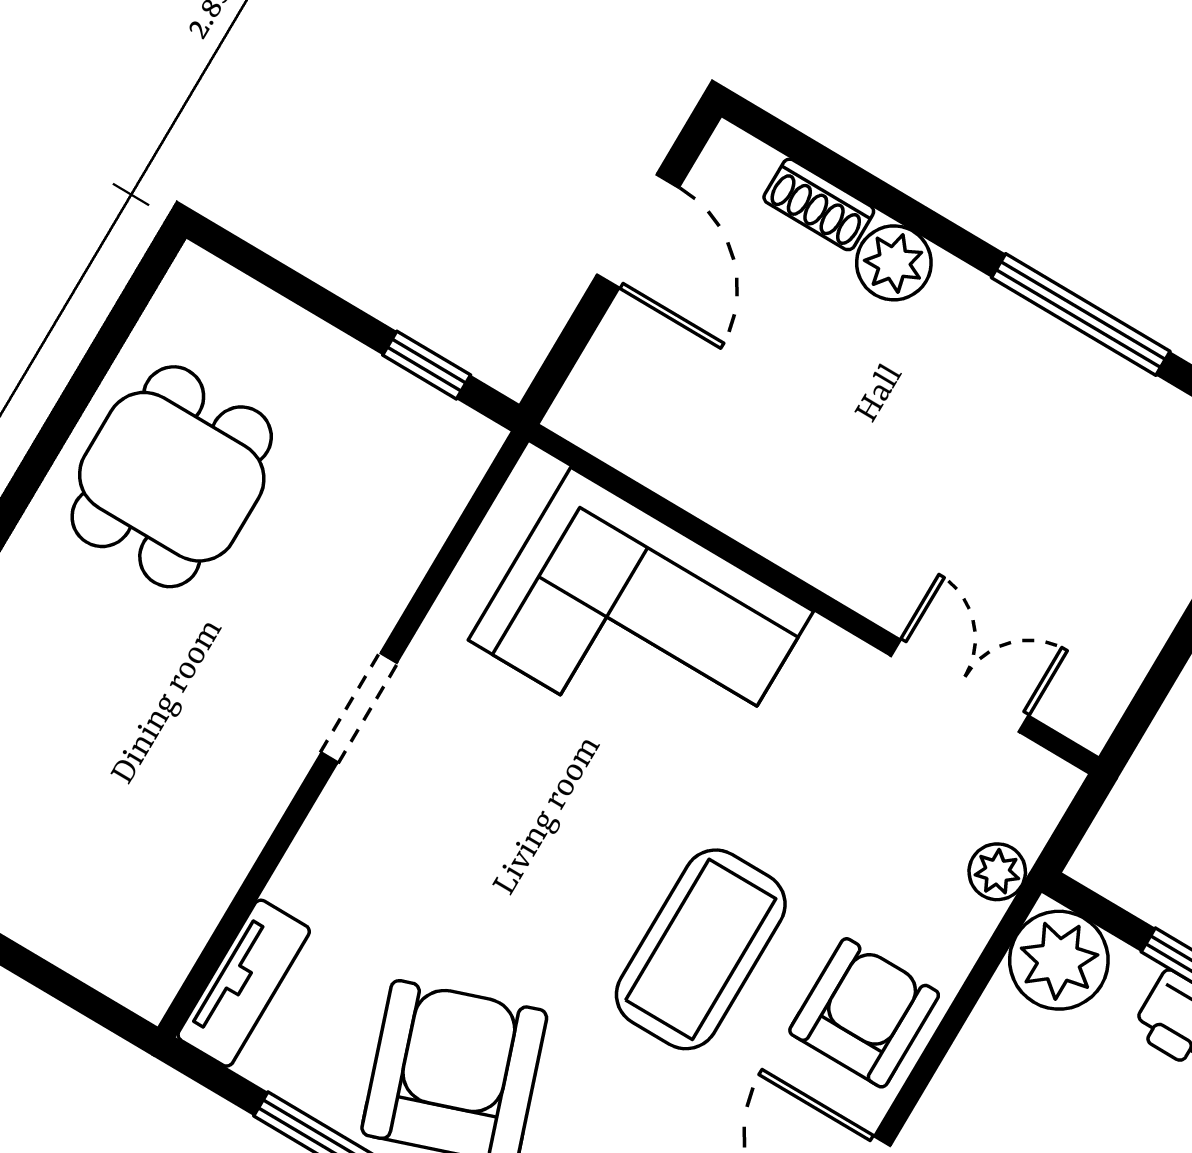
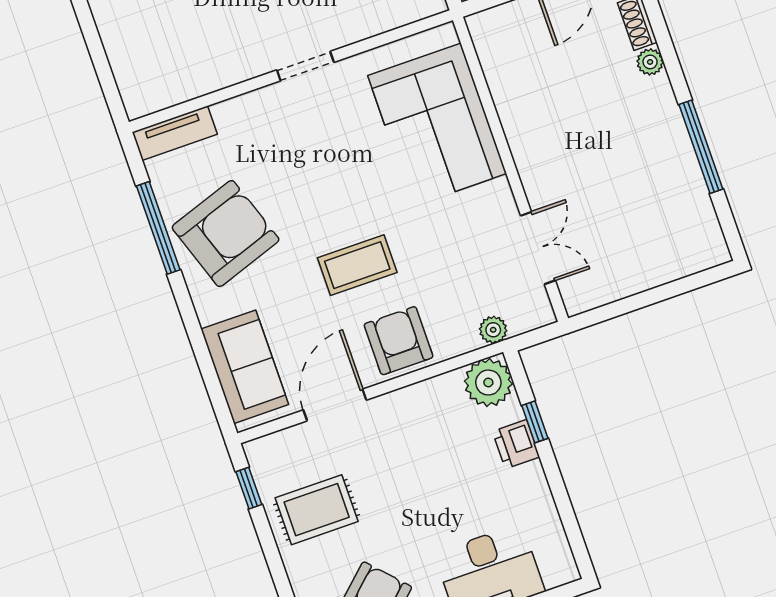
plant: (894, 263) -> (650, 62), width x0.73, depth x0.73
coffee table: (701, 949) -> (357, 265), width x0.73, depth x0.76
armchair: (864, 1013) -> (399, 341), turned -90

